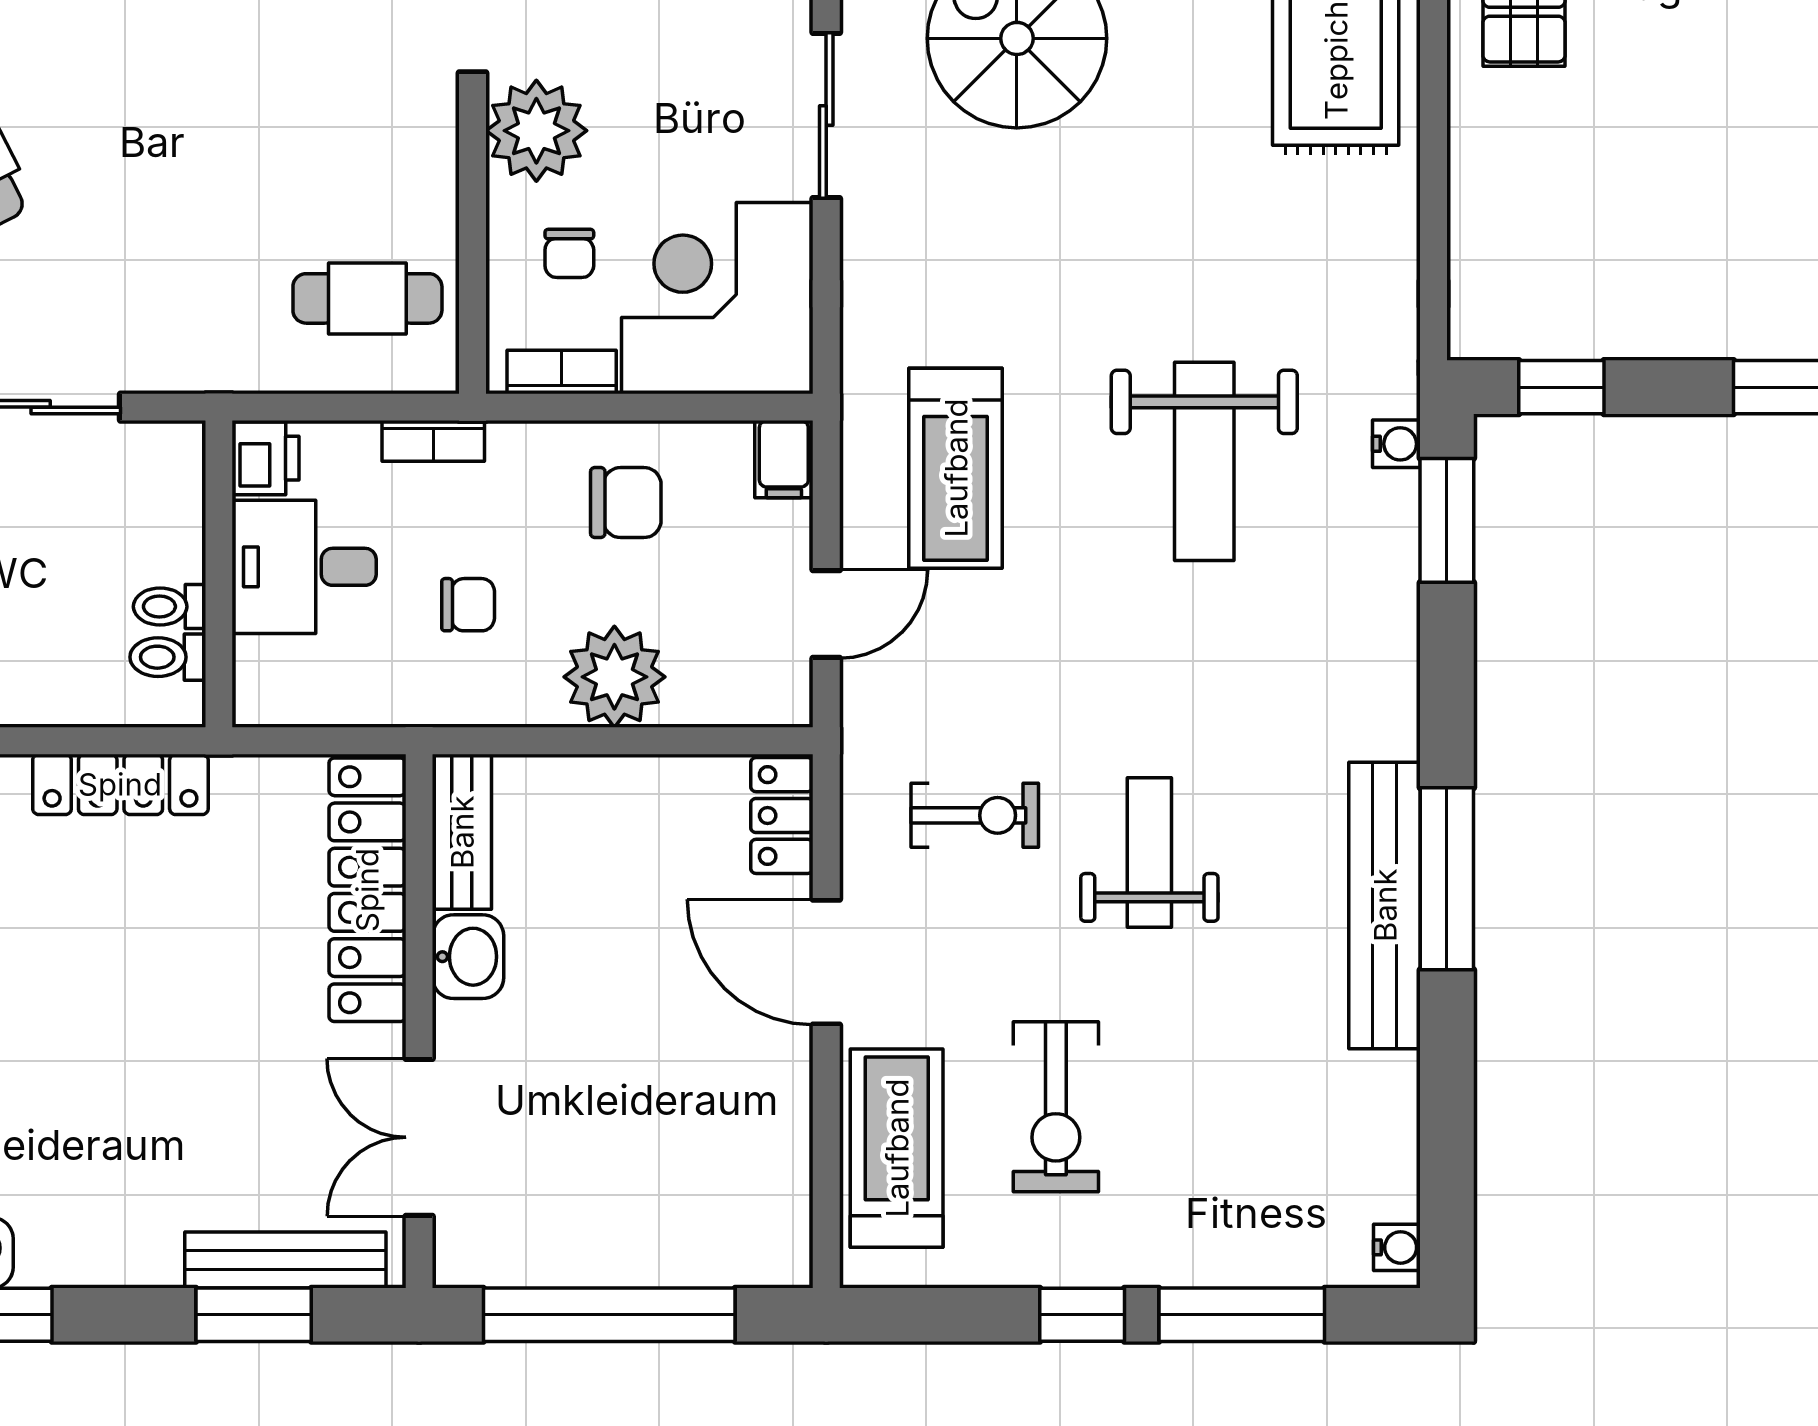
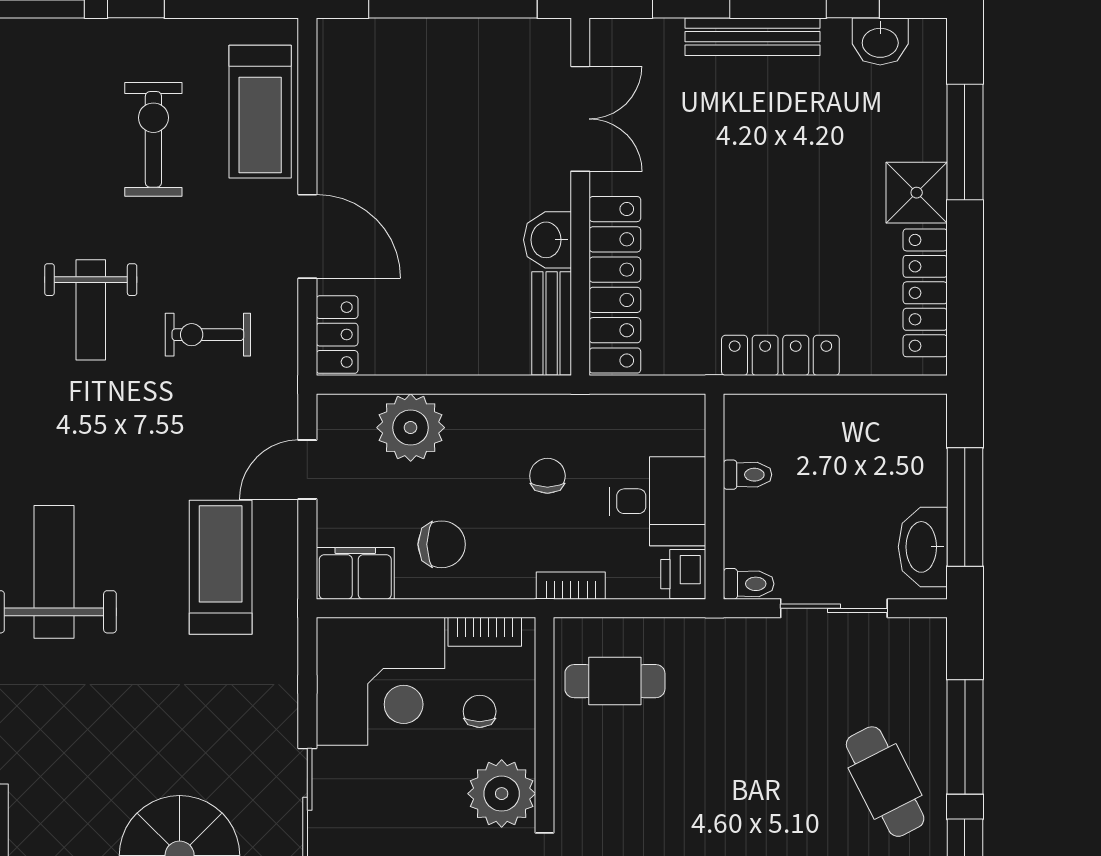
filing cabinet: (784, 459) -> (355, 573), width x2.00
chair: (626, 503) -> (442, 544), turned 180
chair: (468, 605) -> (547, 476), turned 90
toilet: (168, 657) -> (749, 584), moved
plant: (614, 677) -> (411, 428), moved
bench: (285, 1260) -> (753, 37), moved

